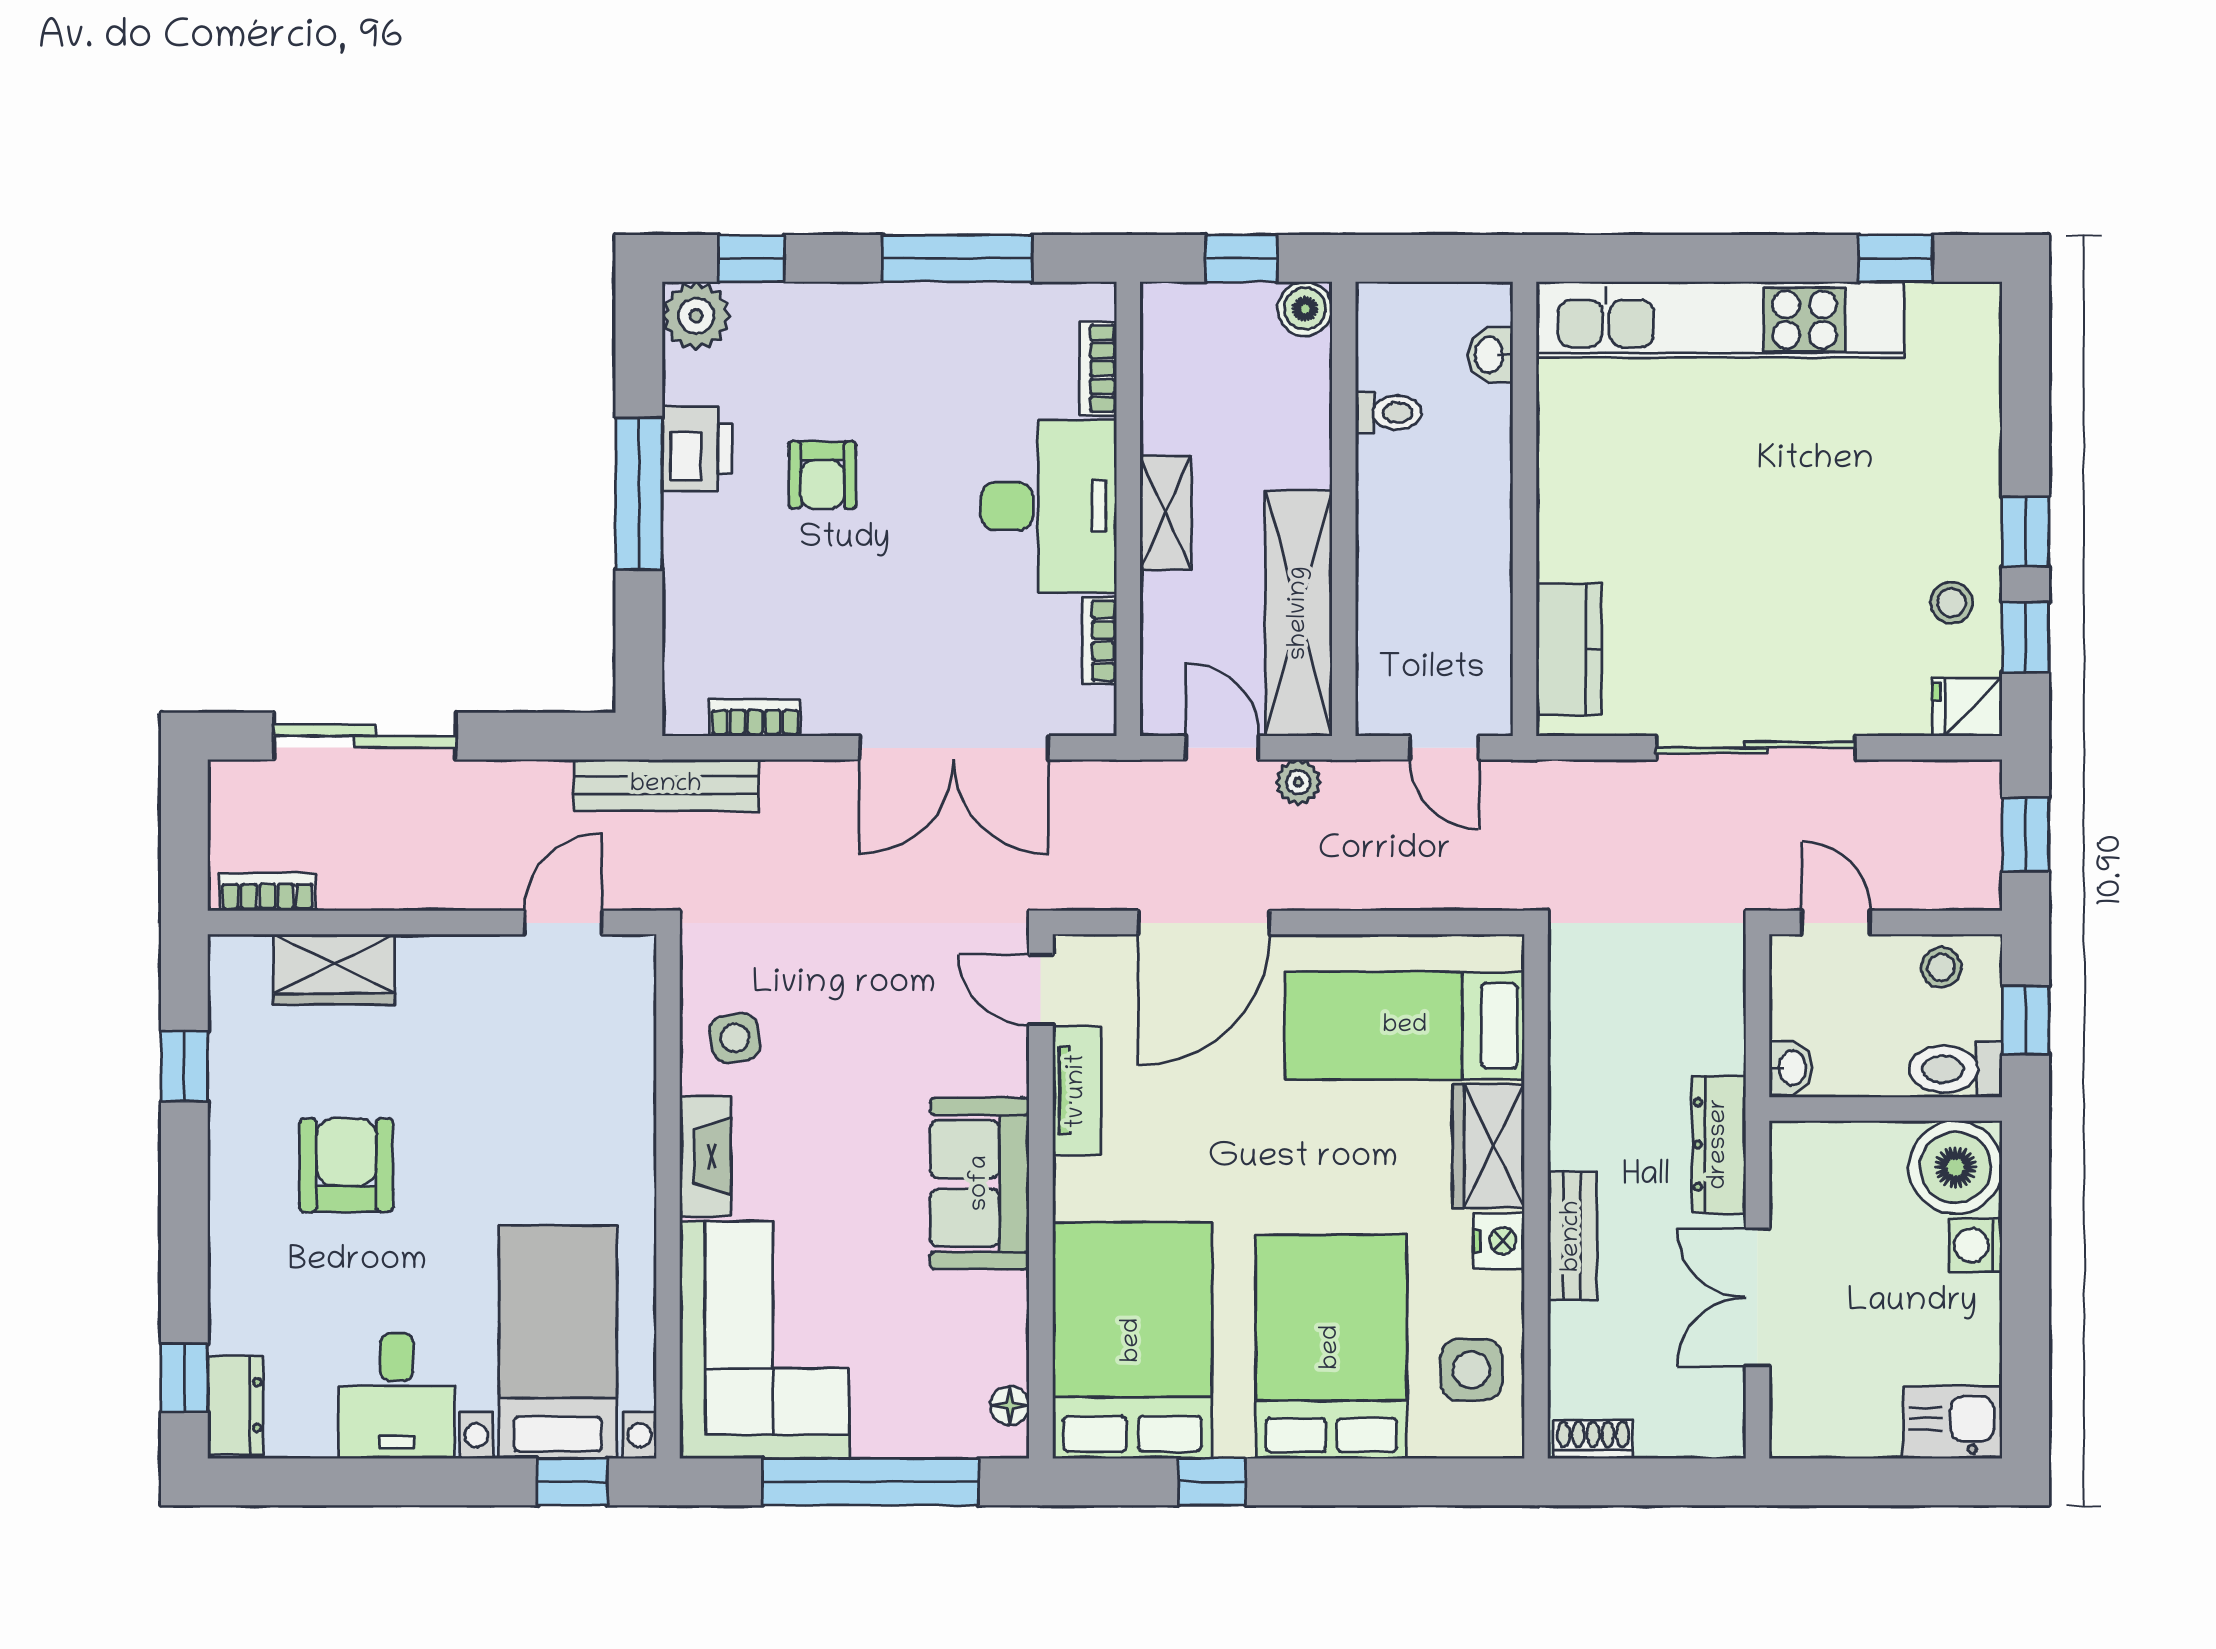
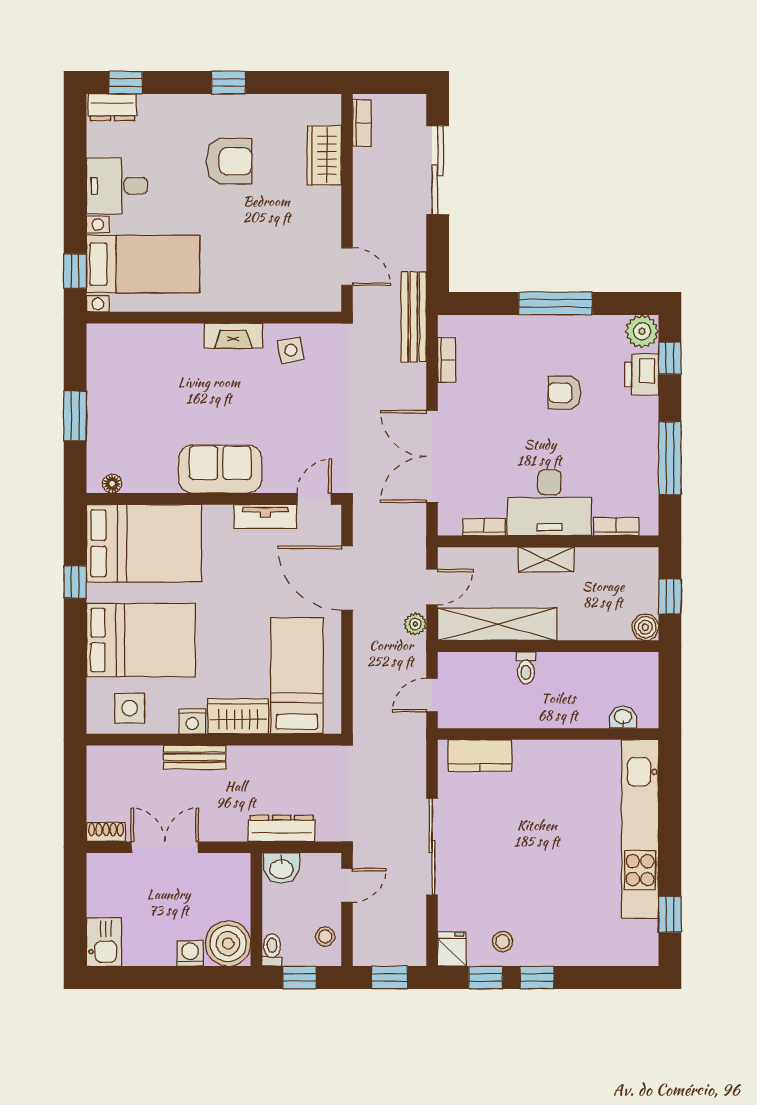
toilet: (1389, 413) -> (526, 668), moved
printer: (697, 449) -> (642, 375), moved, turned 90
window: (184, 1066) -> (228, 83), moved
washbasin: (1791, 1068) -> (281, 868), width x1.38, depth x1.45
toilet: (1956, 1069) -> (272, 950), width x0.73, depth x0.72
dresser: (1719, 1144) -> (282, 828), moved
corner sofa: (764, 1340) -> (144, 364), removed
shoe rack: (1593, 1439) -> (106, 832), moved, turned -90
window: (871, 1482) -> (75, 416), width x0.47

